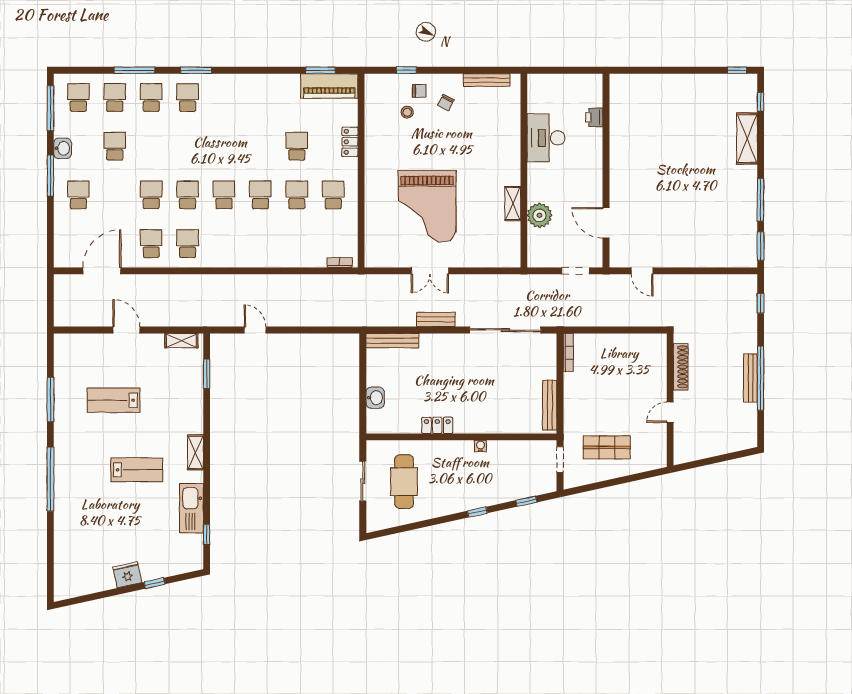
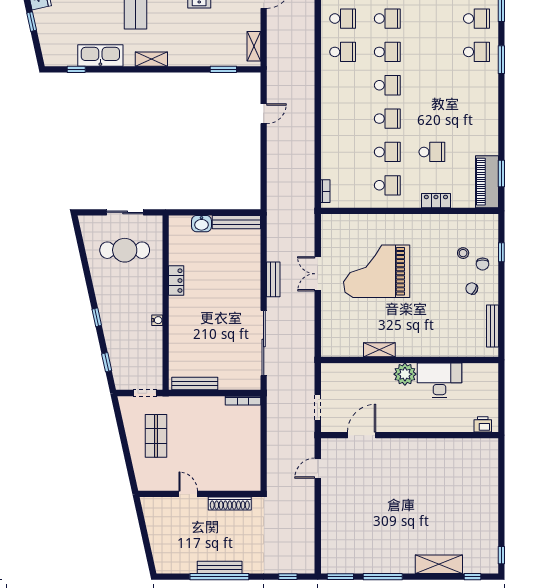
printer: (594, 117) -> (483, 424), moved
plant: (539, 215) -> (405, 374), moved
bench: (392, 341) -> (236, 222), moved, turned 90

